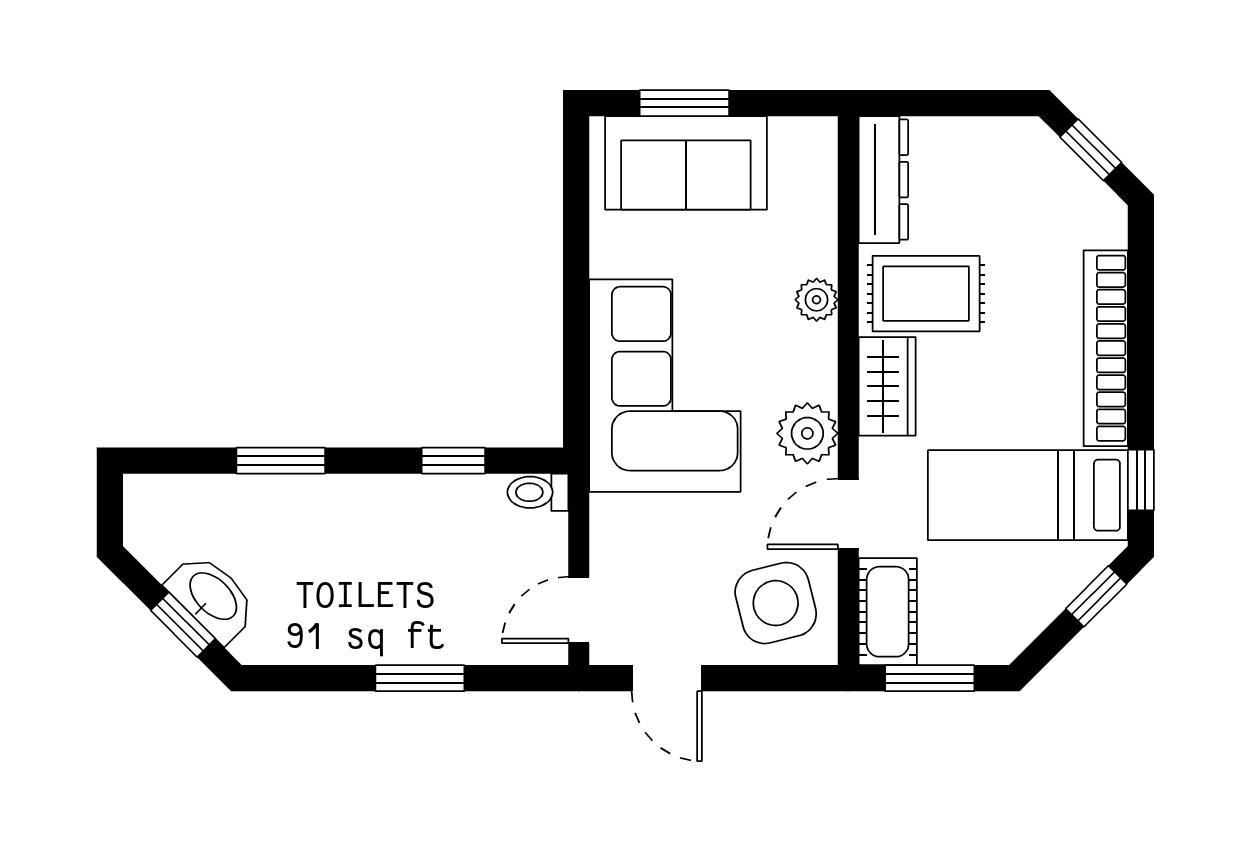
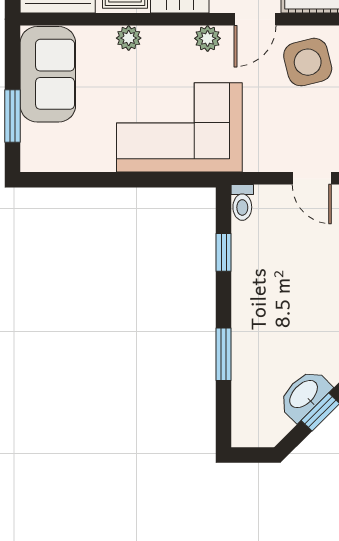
sofa: (686, 163) -> (48, 74), moved
plant: (807, 433) -> (208, 38), width x0.73, depth x0.73
door: (848, 514) -> (255, 19), hinge flipped

